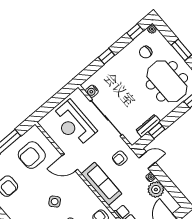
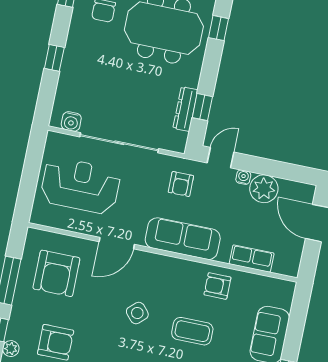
reception desk: (74, 124) -> (80, 186), turned 180

